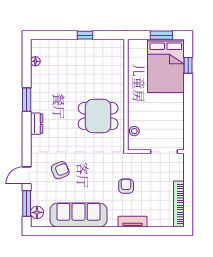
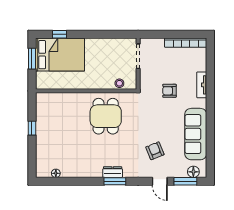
window: (27, 100) -> (115, 181), moved

